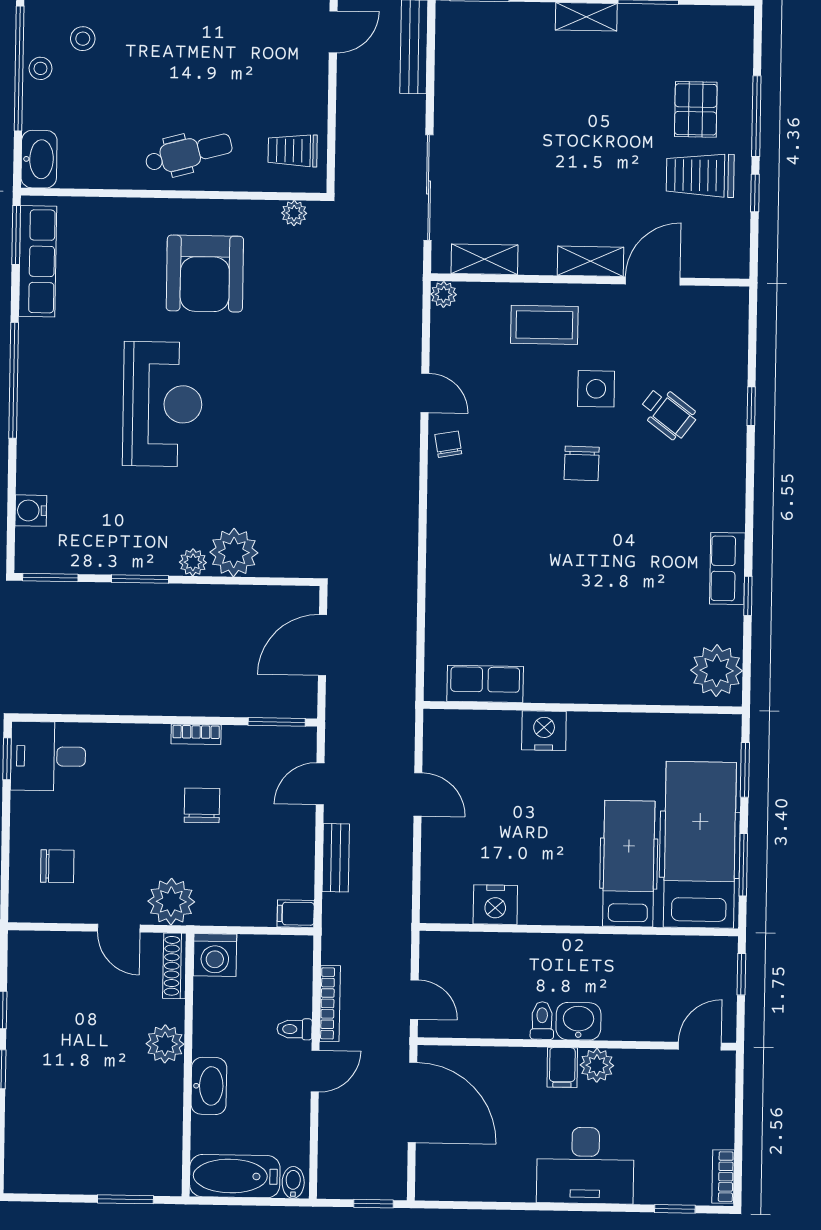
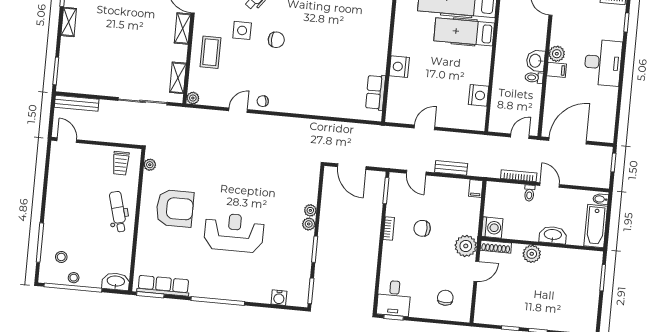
plant: (234, 552) -> (310, 210), width x0.53, depth x0.53

